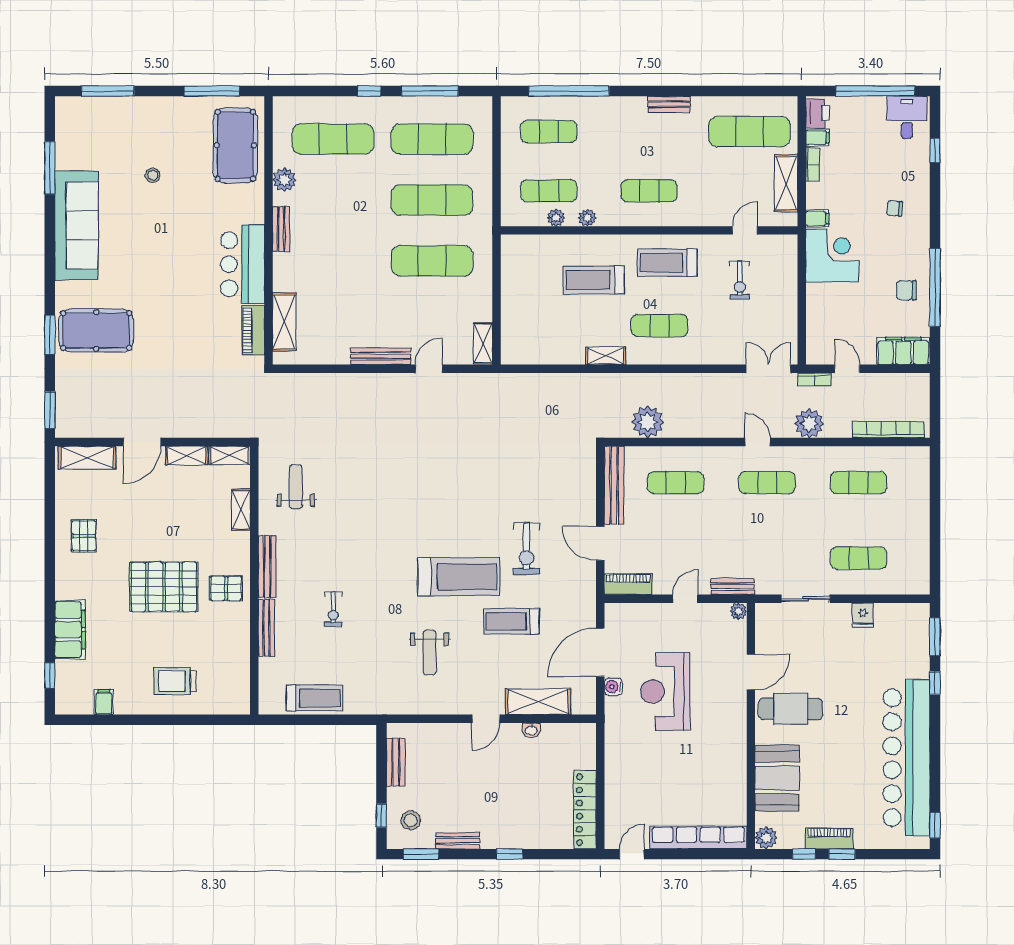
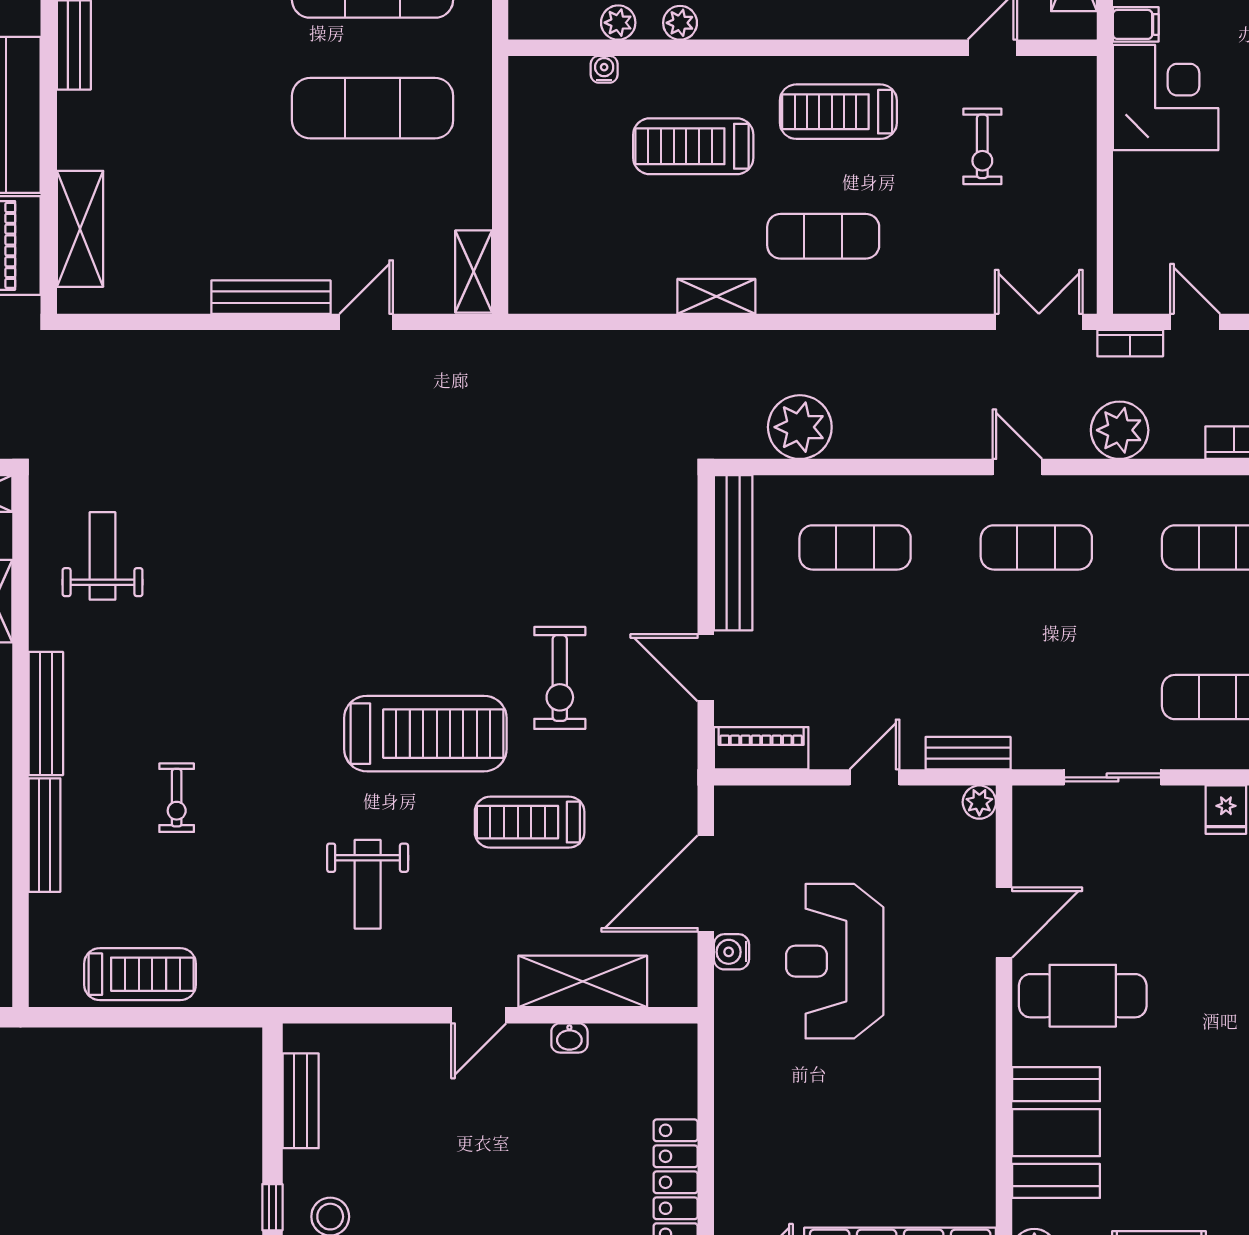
water cooler: (549, 241) -> (604, 69), added

